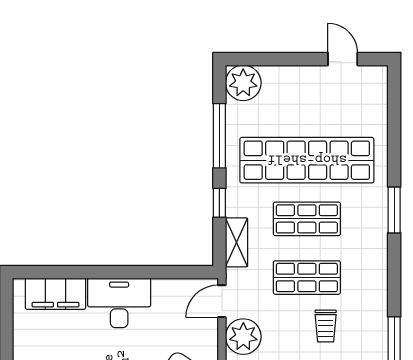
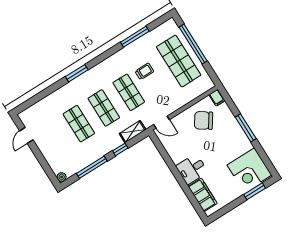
plant: (243, 83) -> (62, 177), width x0.53, depth x0.53
shop shelf: (307, 160) -> (79, 124), width x0.50, depth x0.74
desk: (119, 303) -> (192, 169), width x0.73
plant: (243, 337) -> (171, 104), removed

